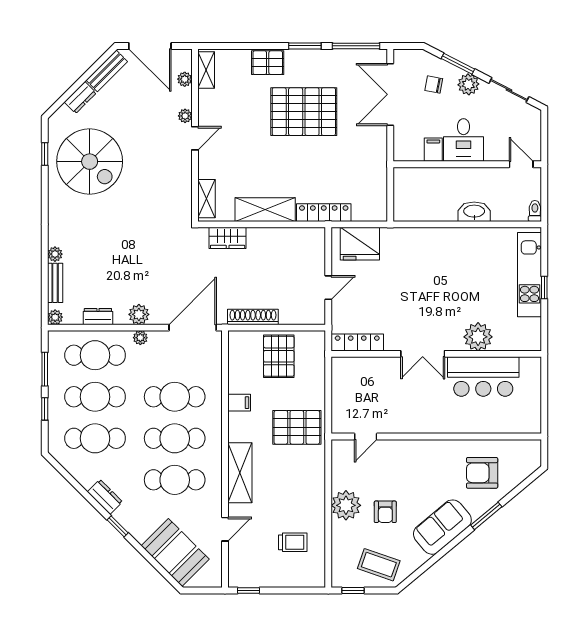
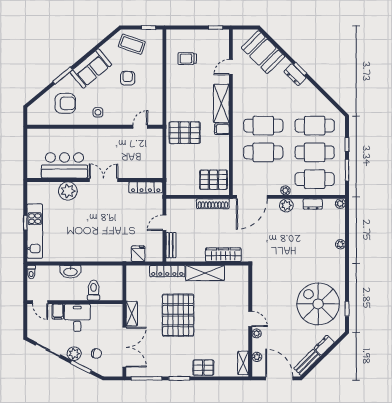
pallet: (304, 112) -> (178, 315), moved, turned 90
door: (195, 138) -> (250, 319), swing flipped
filing cabinet: (433, 150) -> (58, 312), moved
toilet: (438, 183) -> (94, 290), added
shelving: (206, 199) -> (132, 314), moved
wardrobe: (228, 238) -> (223, 255), width x1.50
fridge: (360, 244) -> (138, 254), width x0.53, depth x0.75
bench: (55, 283) -> (171, 245), moved
pallet: (279, 356) -> (213, 180), moved, turned 90
filing cabinet: (239, 403) -> (222, 129), moved
side table: (431, 459) -> (98, 112), added
cafe table: (175, 480) -> (263, 99), removed
dresser: (105, 497) -> (295, 75), moved
plant: (346, 505) -> (153, 82), removed

